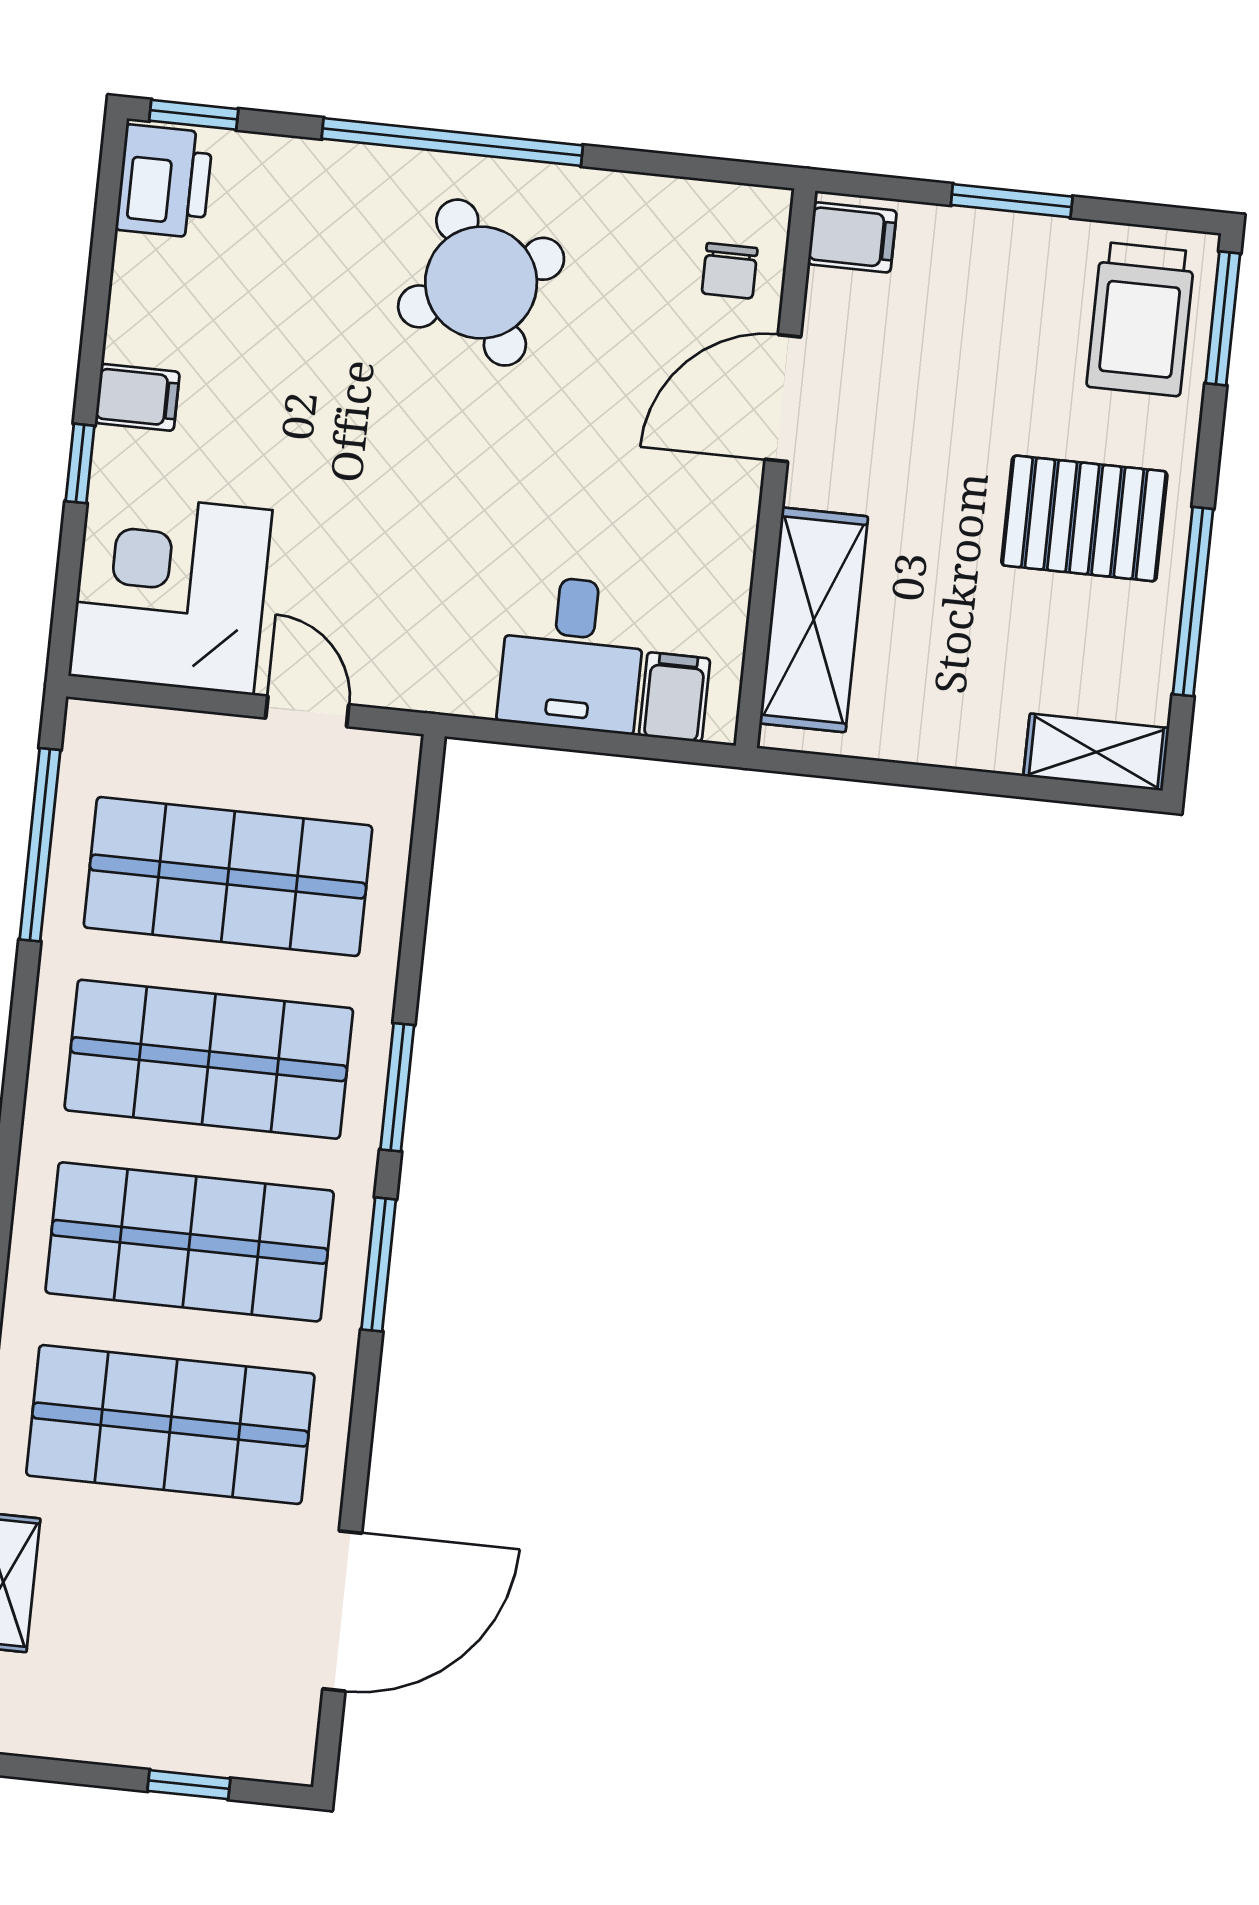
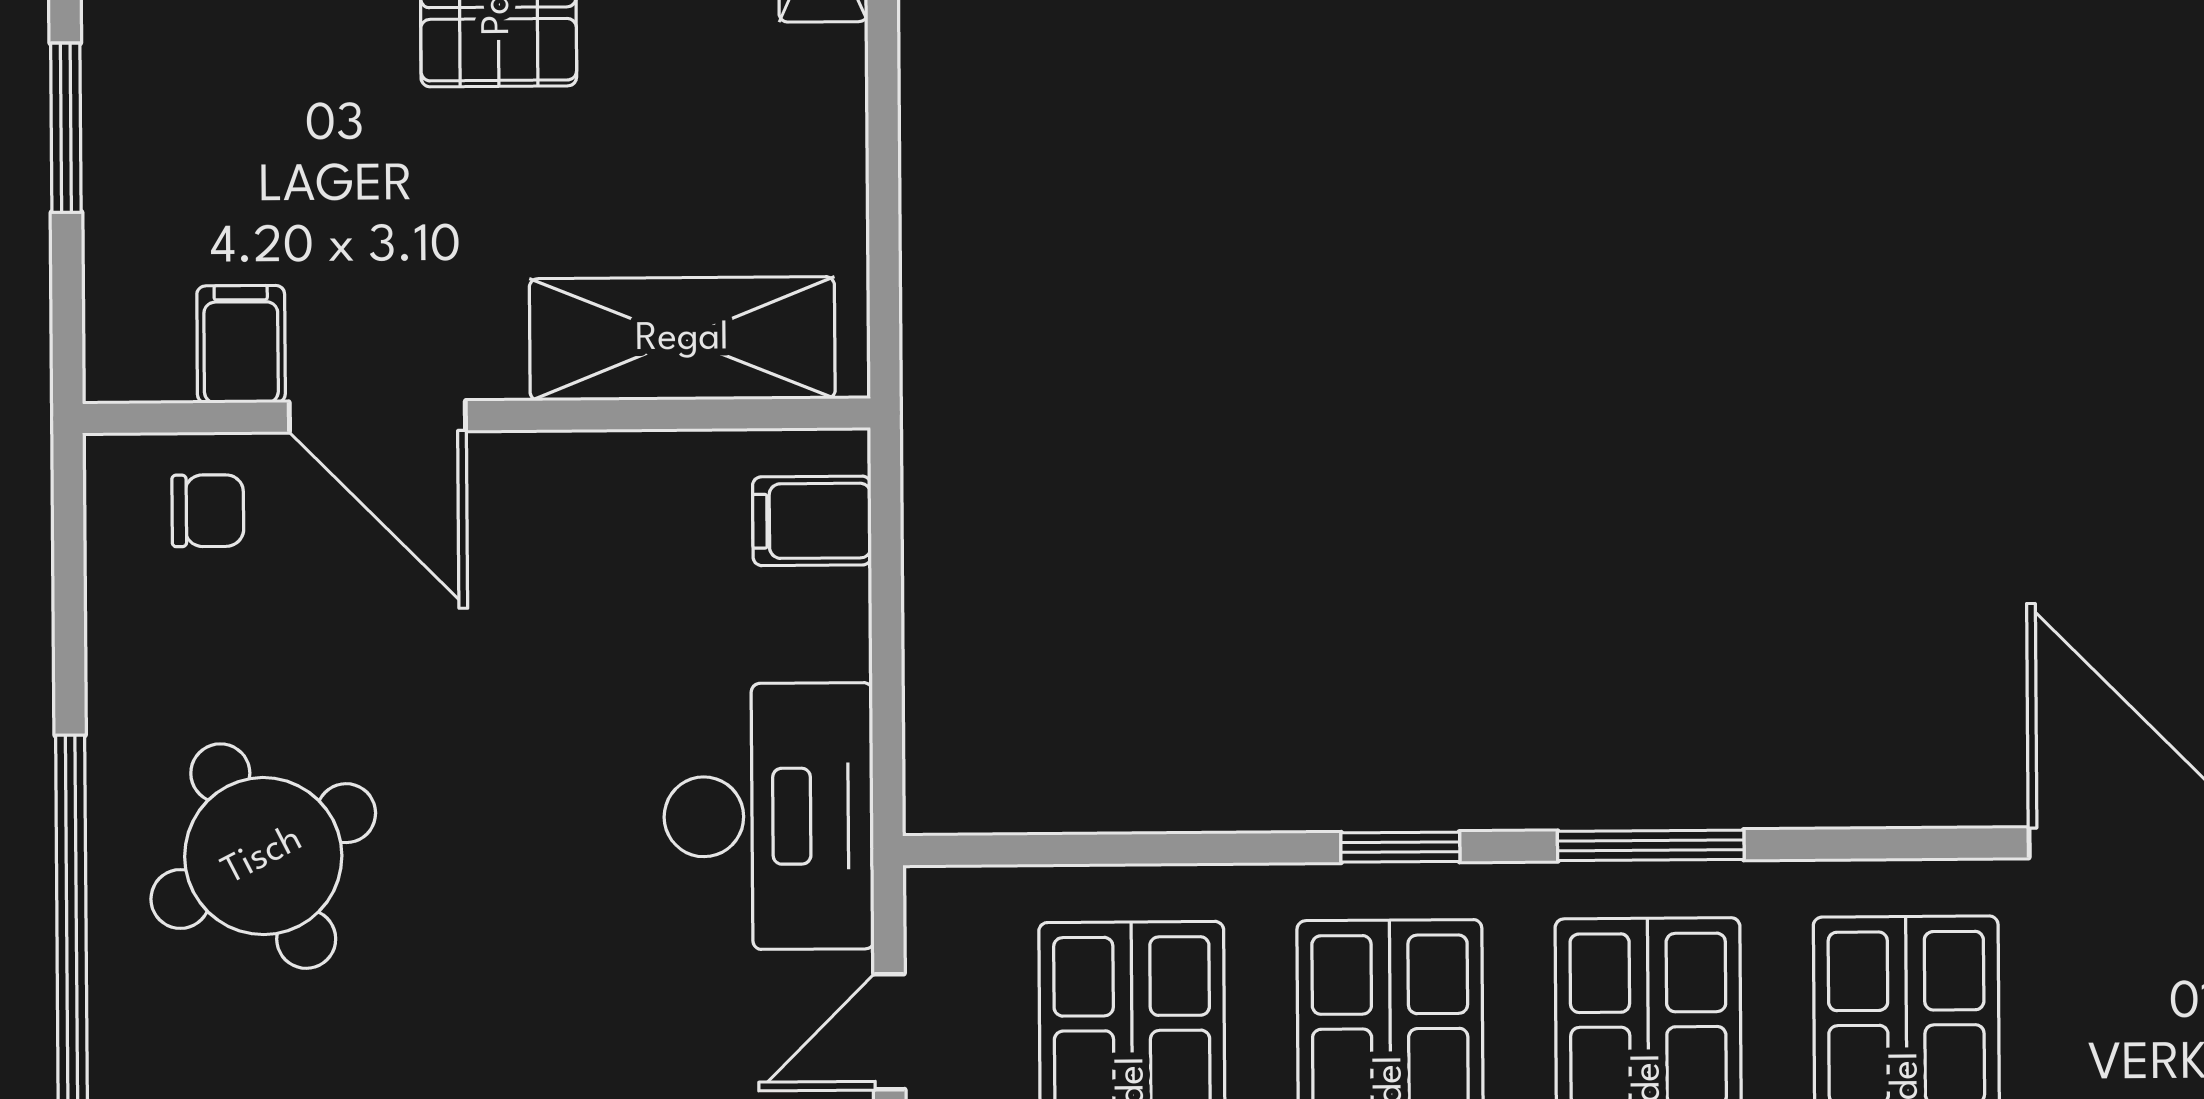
filing cabinet: (852, 237) -> (241, 344), moved
desk: (572, 654) -> (769, 816), moved, width x1.37
window: (397, 1087) -> (1400, 847), width x0.67

